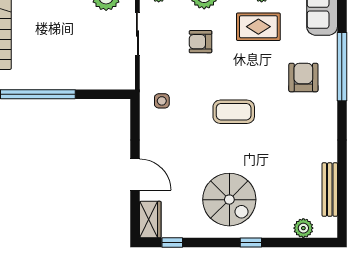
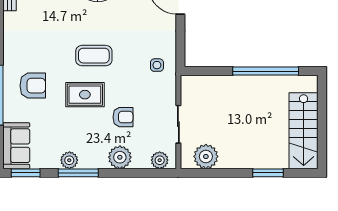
rug: (258, 27) -> (85, 95), moved
armchair: (303, 78) -> (33, 86), turned -90

